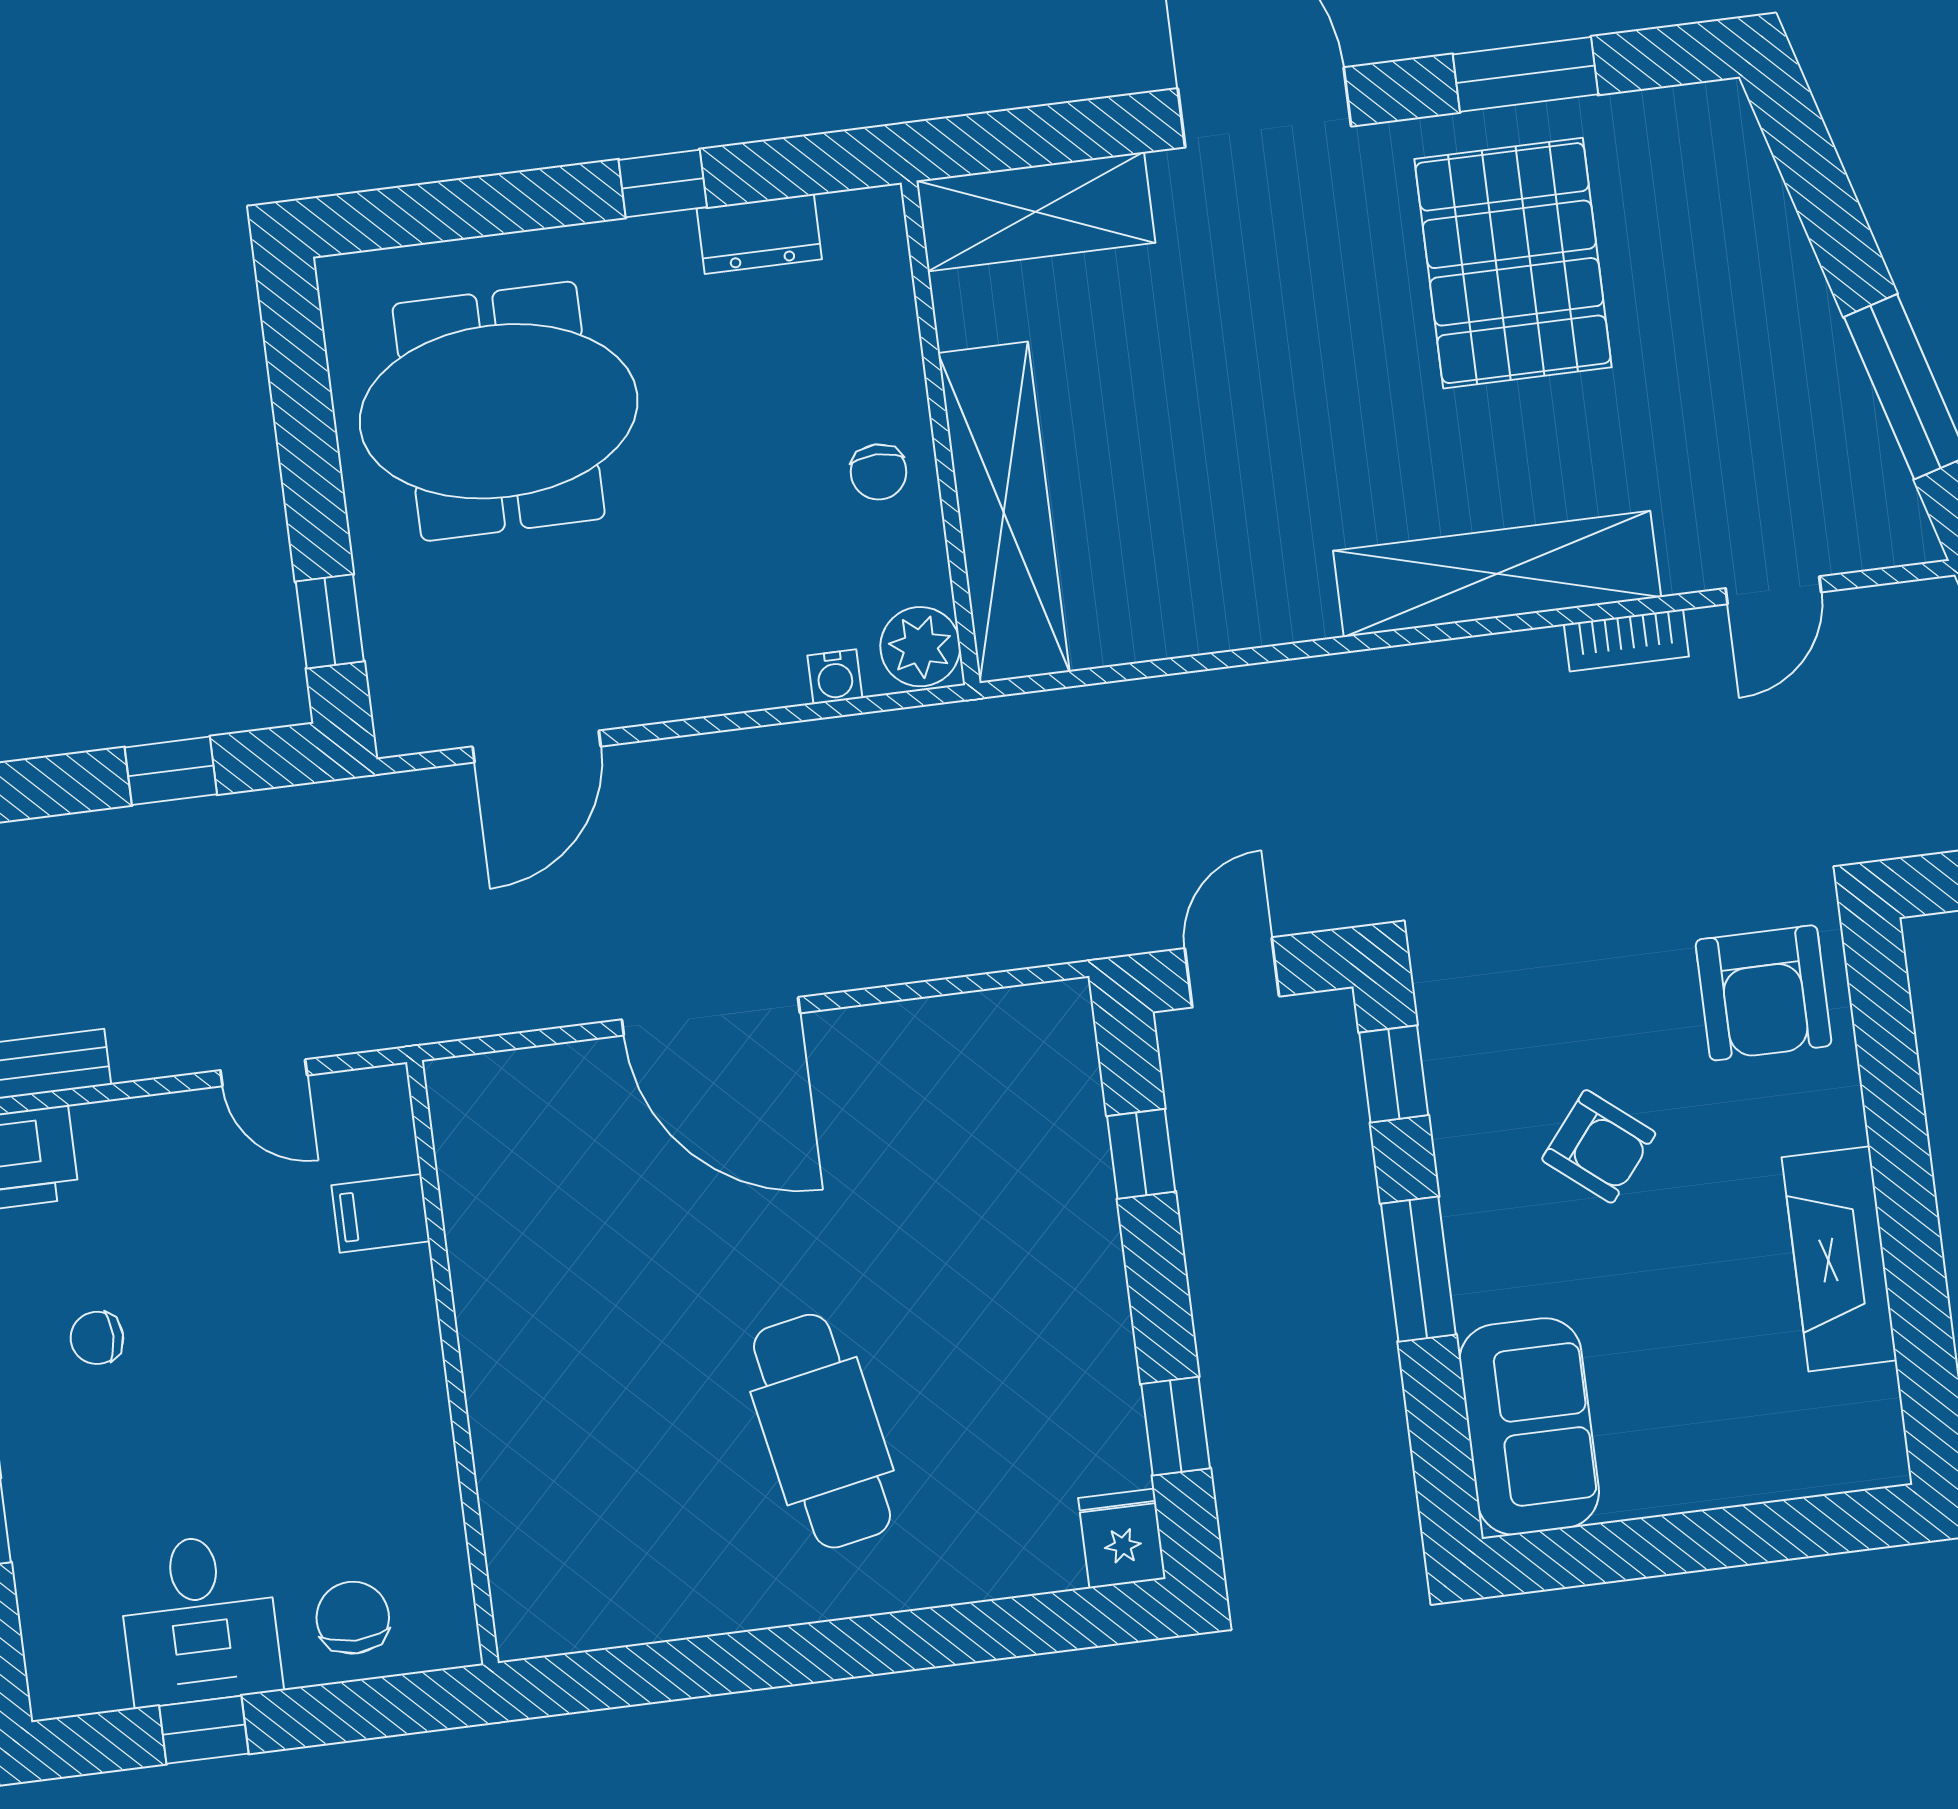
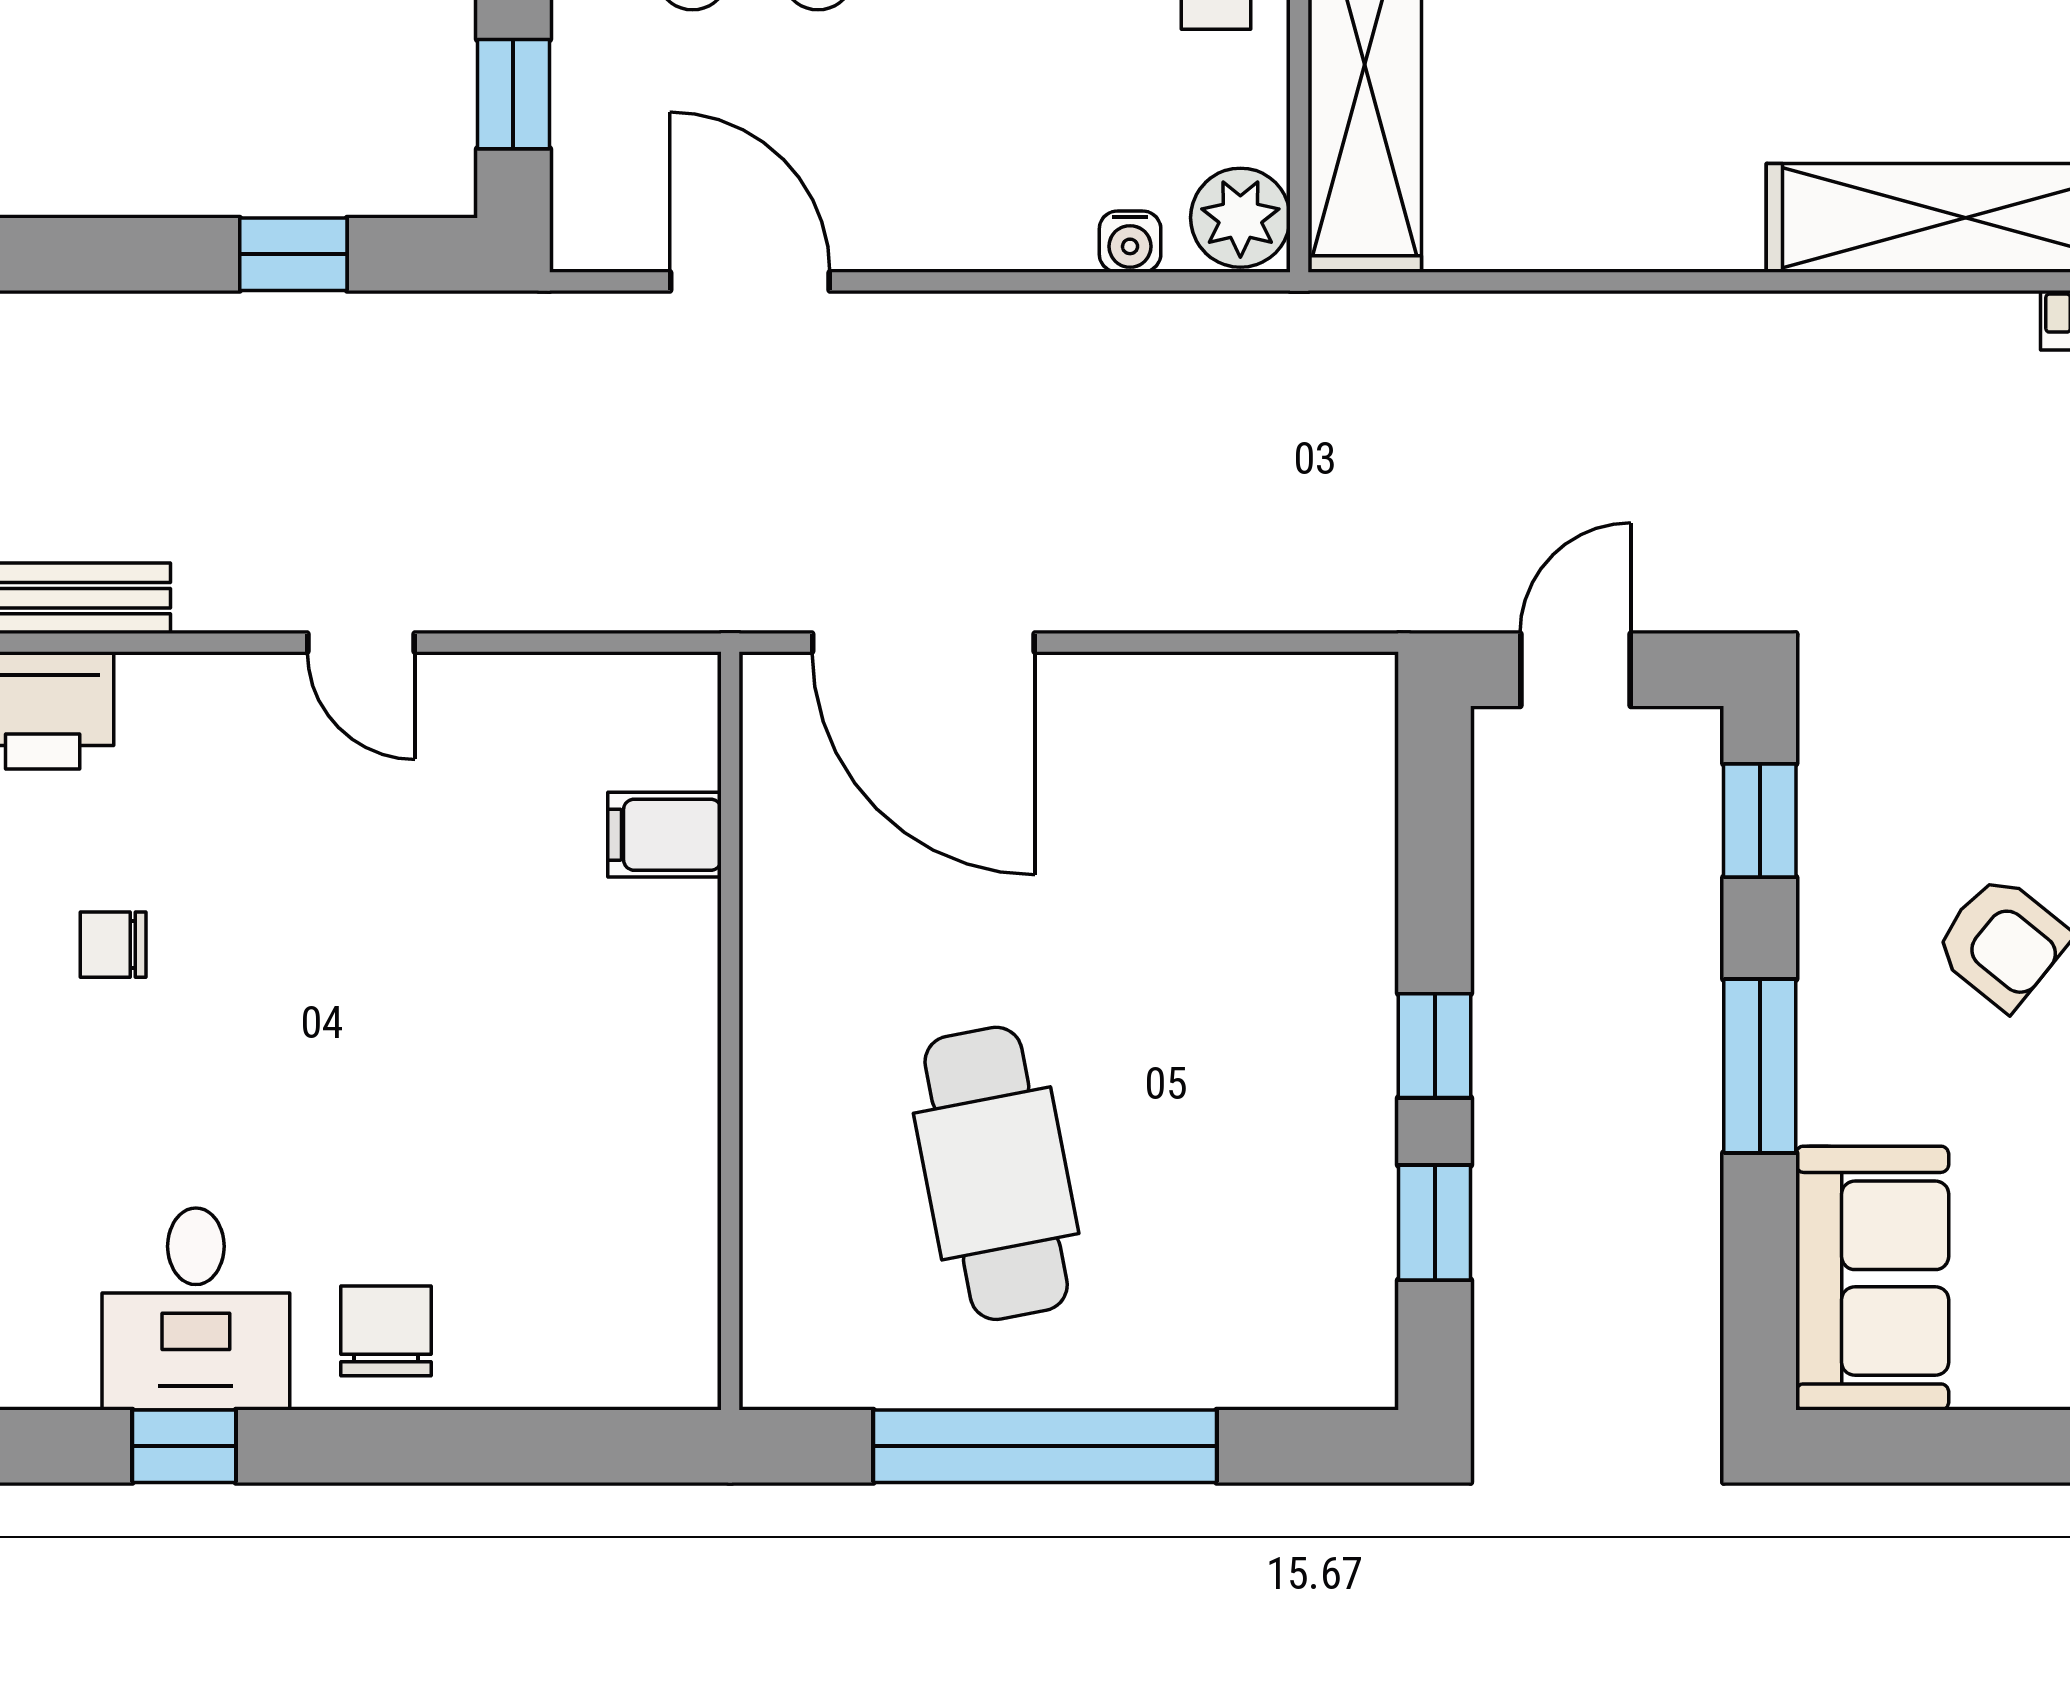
door: (537, 747) -> (750, 281), swing flipped
window: (1141, 1154) -> (1435, 1046), moved
filing cabinet: (381, 1213) -> (664, 835), moved
wall: (453, 1363) -> (730, 1031), moved
fridge: (1122, 1538) -> (1351, 1353), removed
window: (888, 1643) -> (1045, 1446), added

